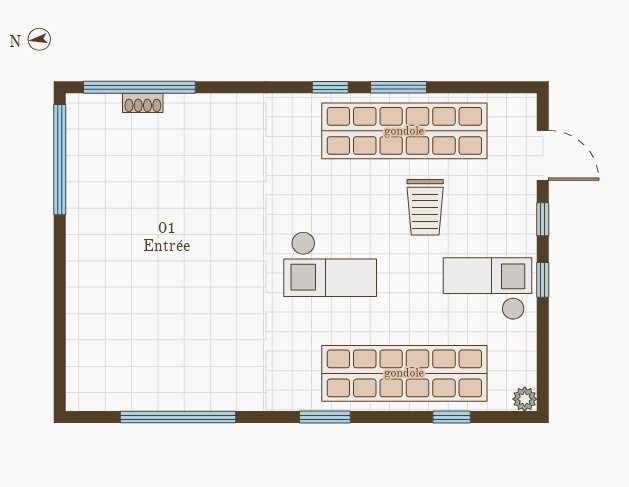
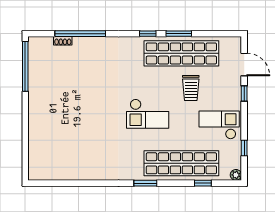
window: (139, 87) -> (80, 34), moved
window: (543, 280) -> (244, 148), moved
window: (178, 417) -> (79, 183), removed

